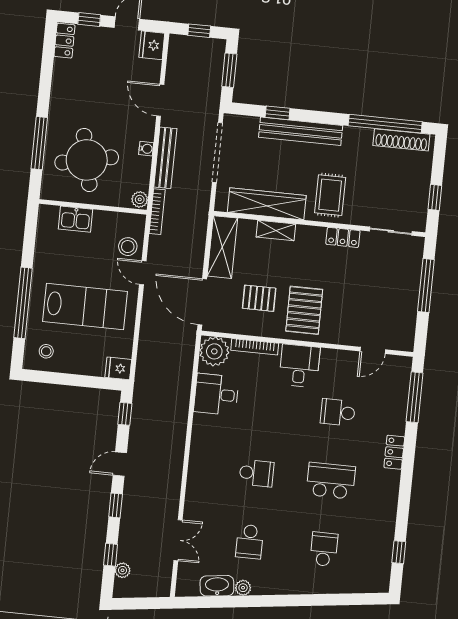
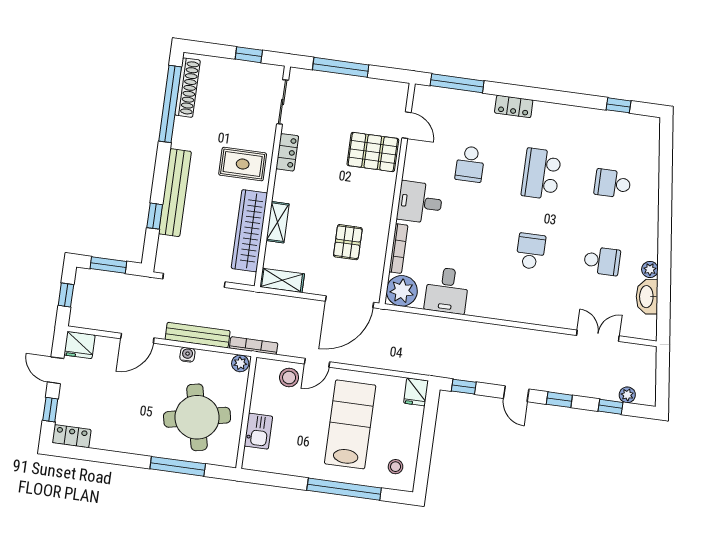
shelving: (222, 247) -> (282, 280), width x0.67, depth x0.75
pallet: (304, 310) -> (373, 152), moved

